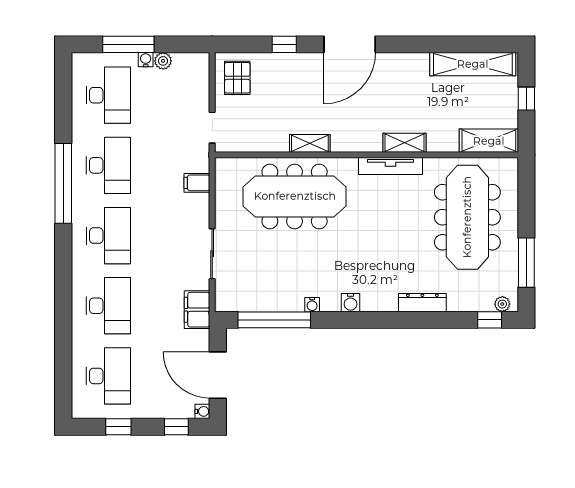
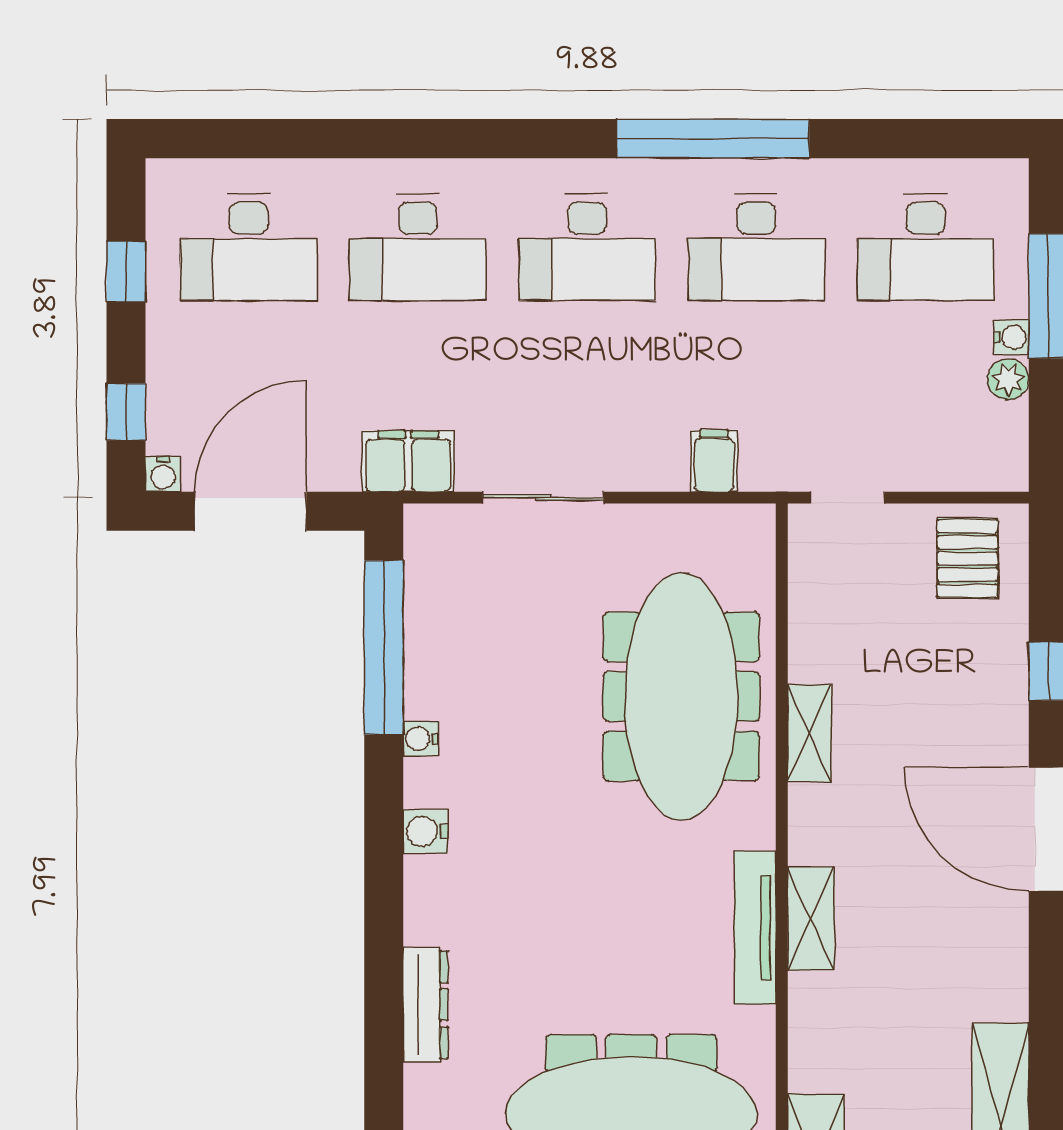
pallet: (237, 78) -> (968, 558), turned 90
shelving: (404, 143) -> (811, 918), moved

